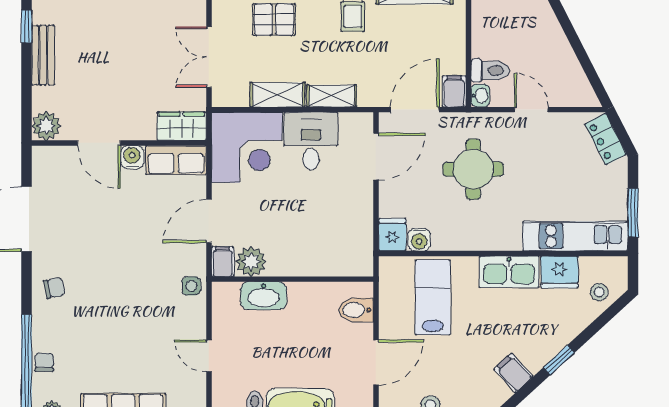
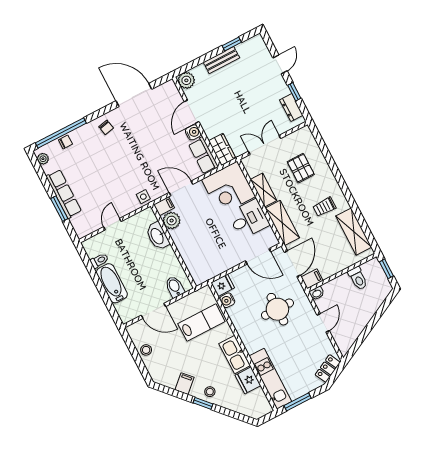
toilet: (490, 70) -> (358, 278), moved
shelving: (332, 96) -> (282, 223), width x1.50, depth x1.33
door: (415, 110) -> (292, 264), hinge flipped
stool: (599, 292) -> (210, 392), moved

